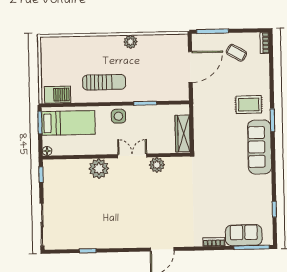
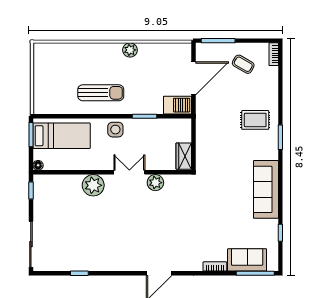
barbecue: (57, 95) -> (177, 105), moved
wardrobe: (183, 133) -> (184, 156), width x0.67
sofa: (260, 147) -> (266, 189), moved

